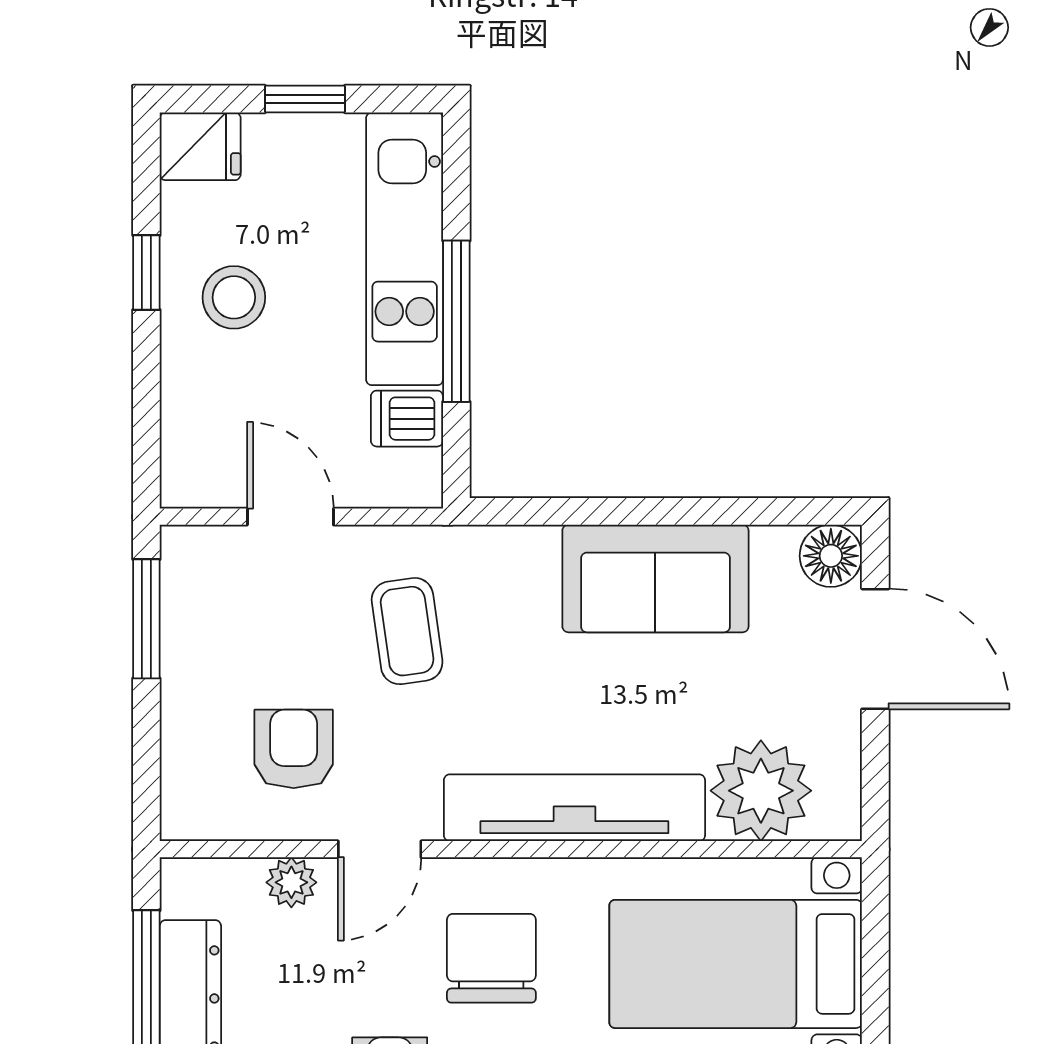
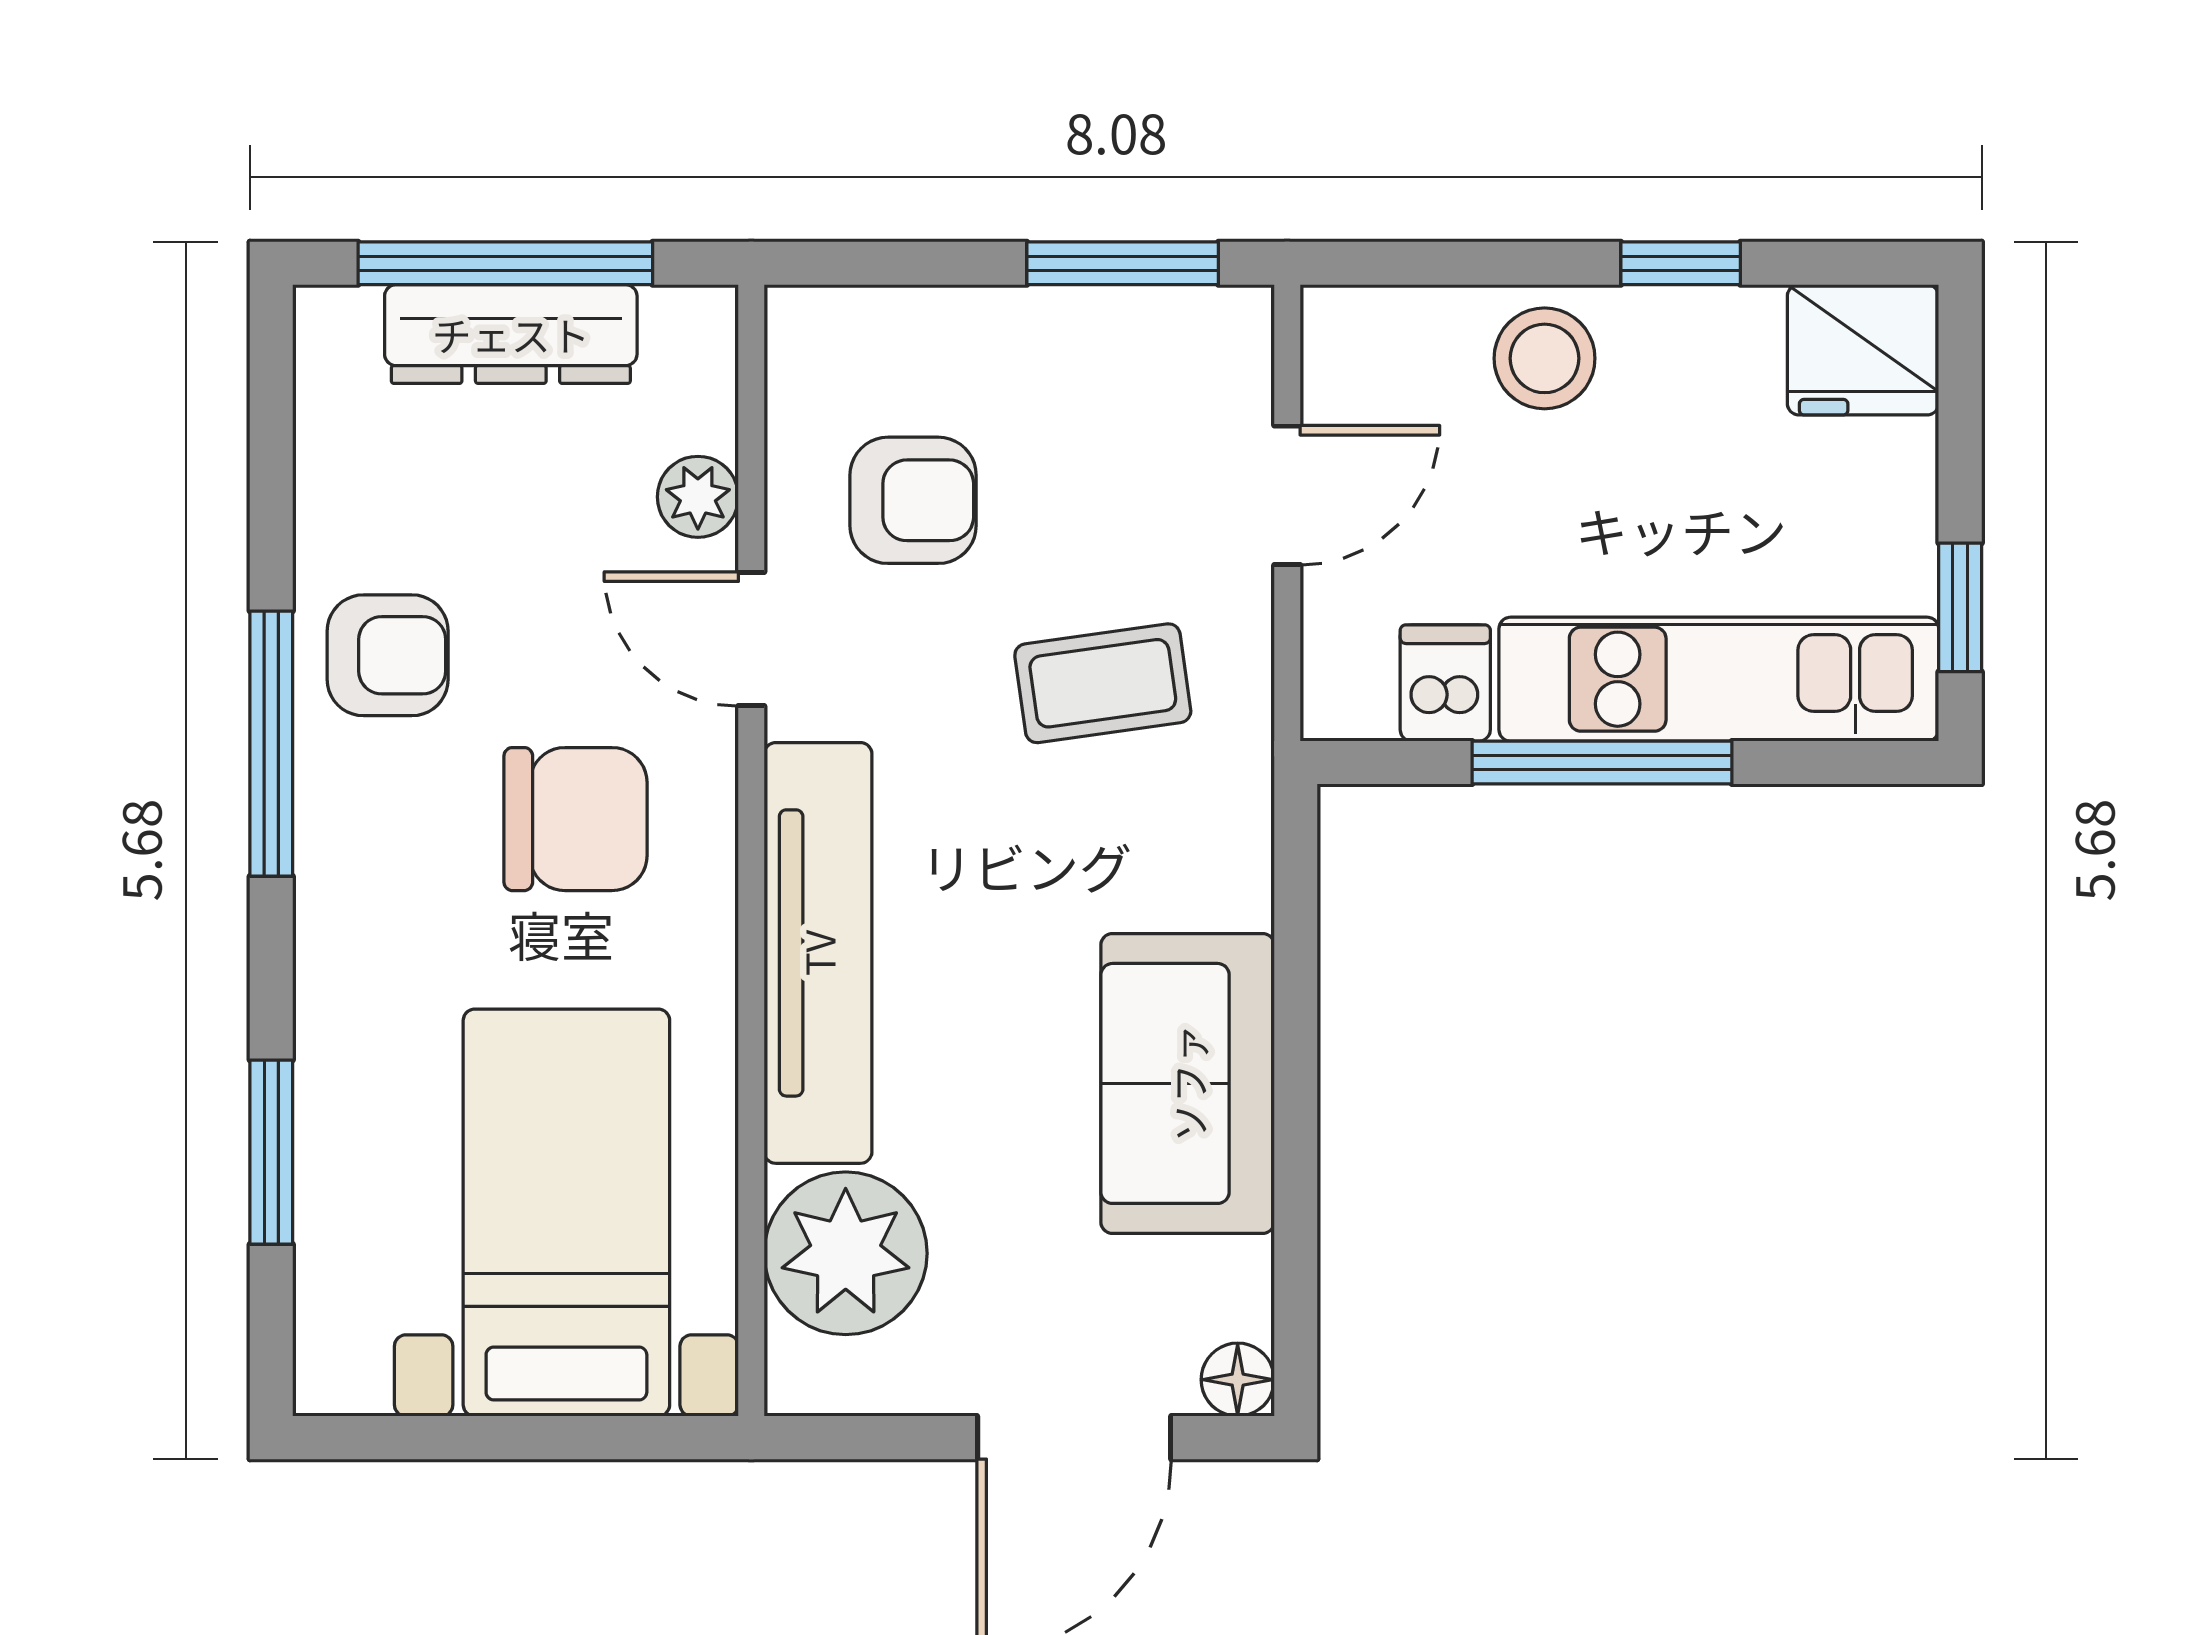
window: (305, 99) -> (1960, 607), moved
fridge: (200, 146) -> (1863, 350), width x1.38
stool: (234, 297) -> (1545, 358), moved
floor lamp: (831, 556) -> (1238, 1380), width x0.73, depth x0.73

